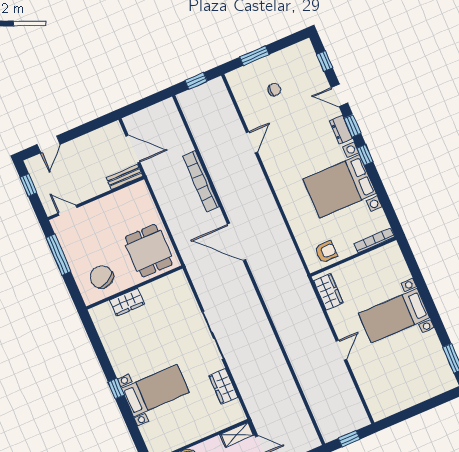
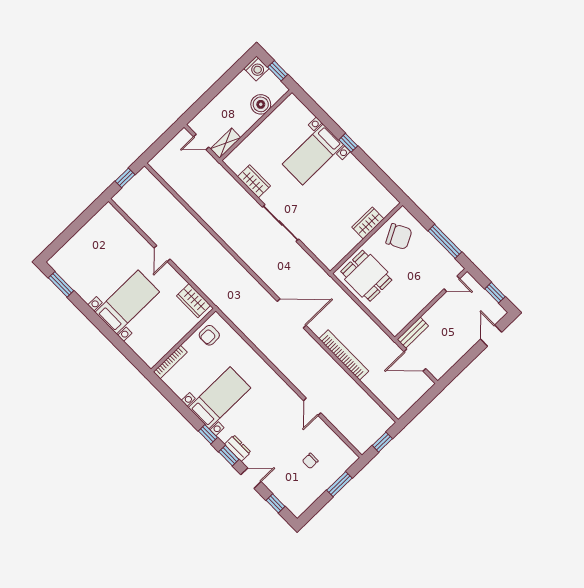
bed with nightstands: (340, 186) -> (219, 398), width x0.73

